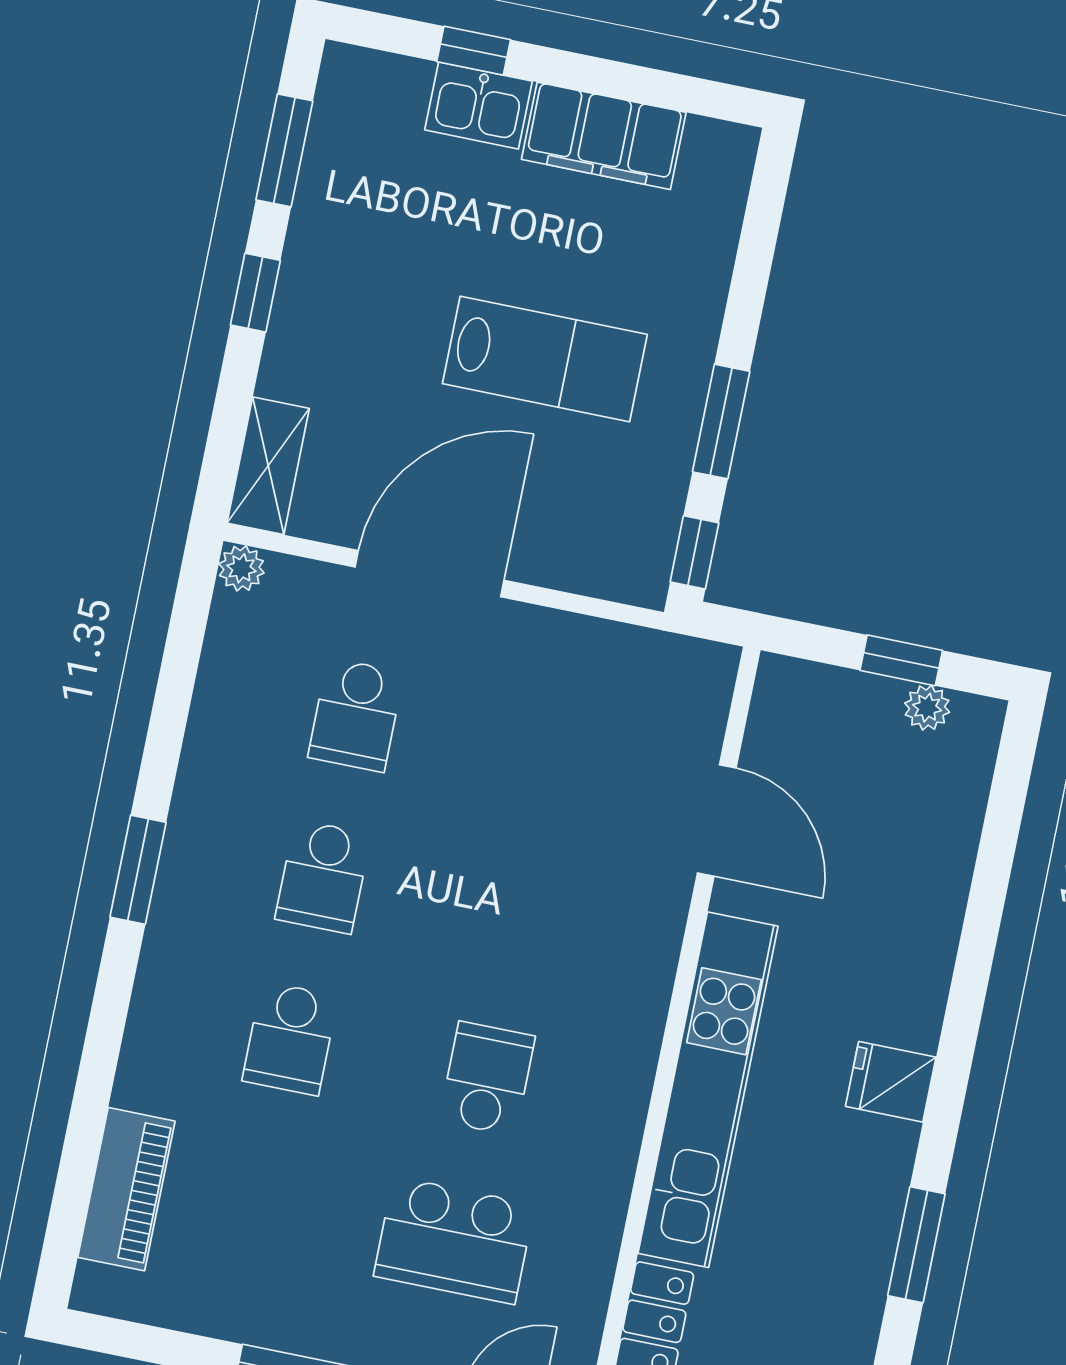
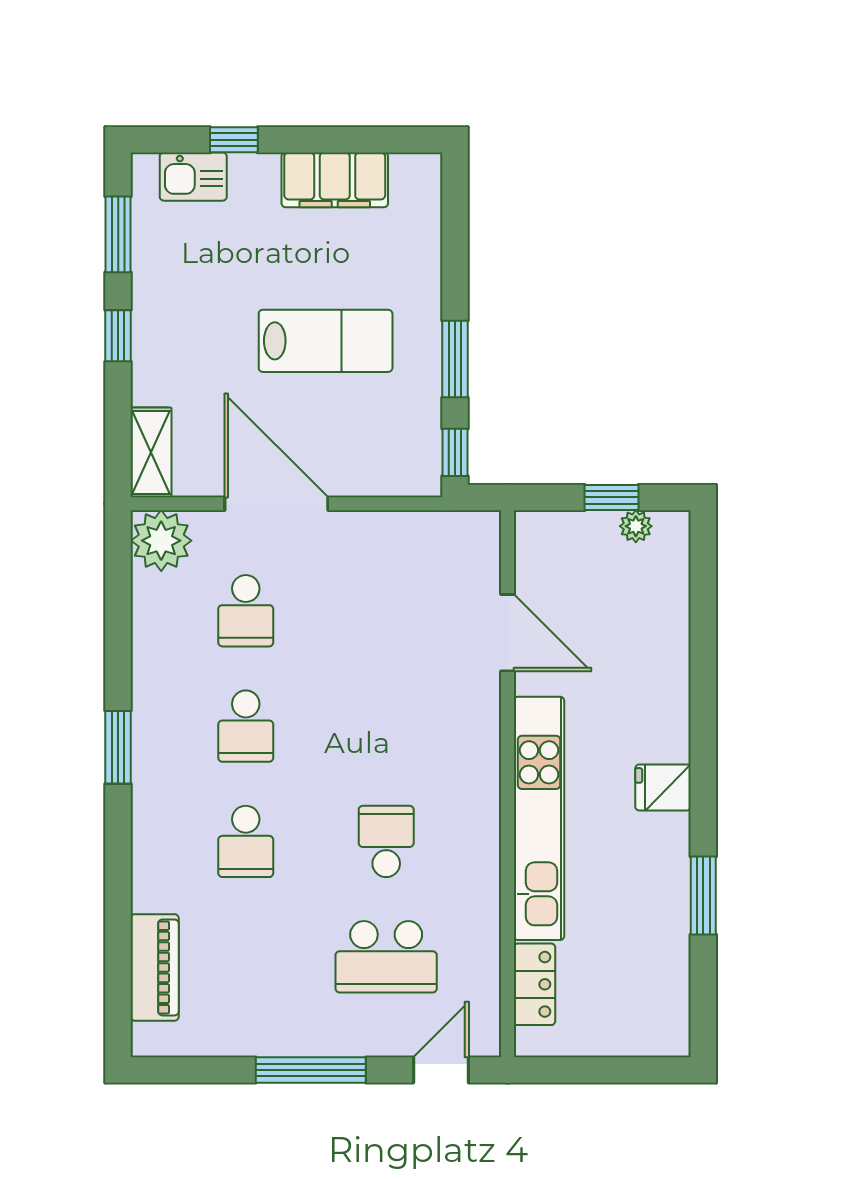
kitchen sink: (478, 106) -> (193, 177), moved
plant: (241, 568) -> (161, 541), width x1.88, depth x1.88
door: (429, 574) -> (276, 504), hinge flipped

